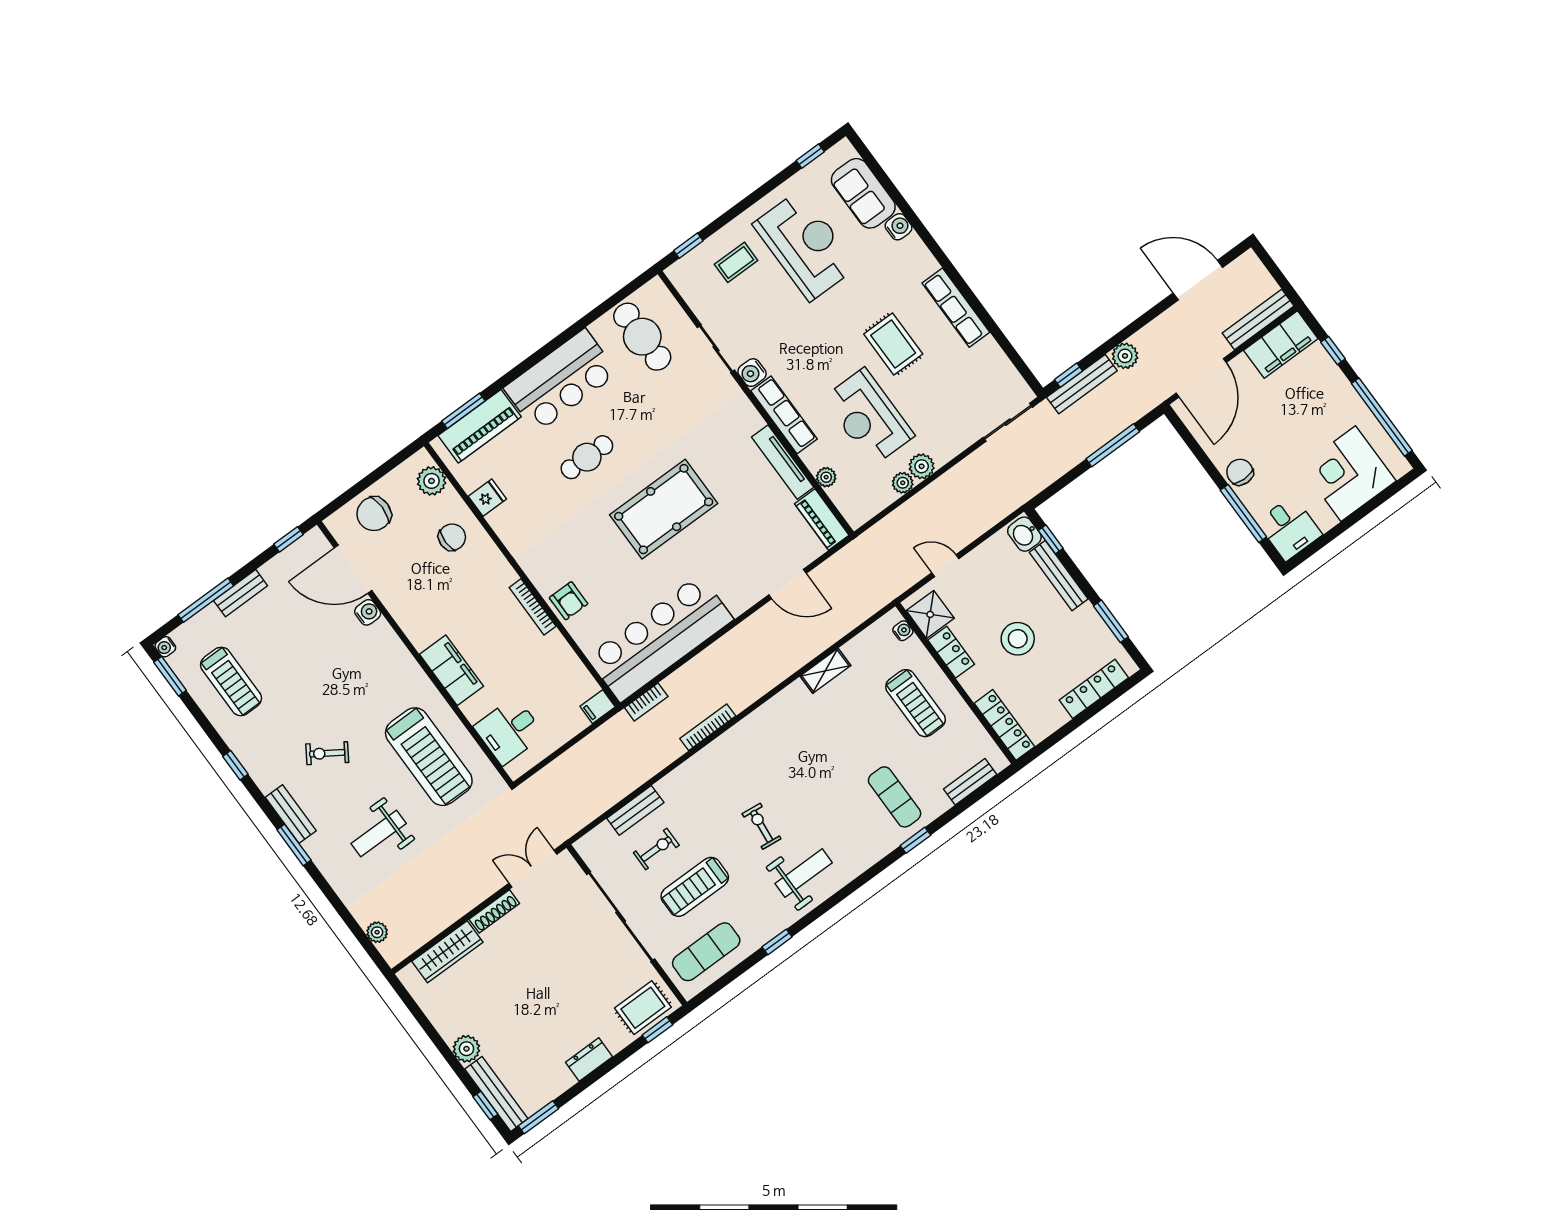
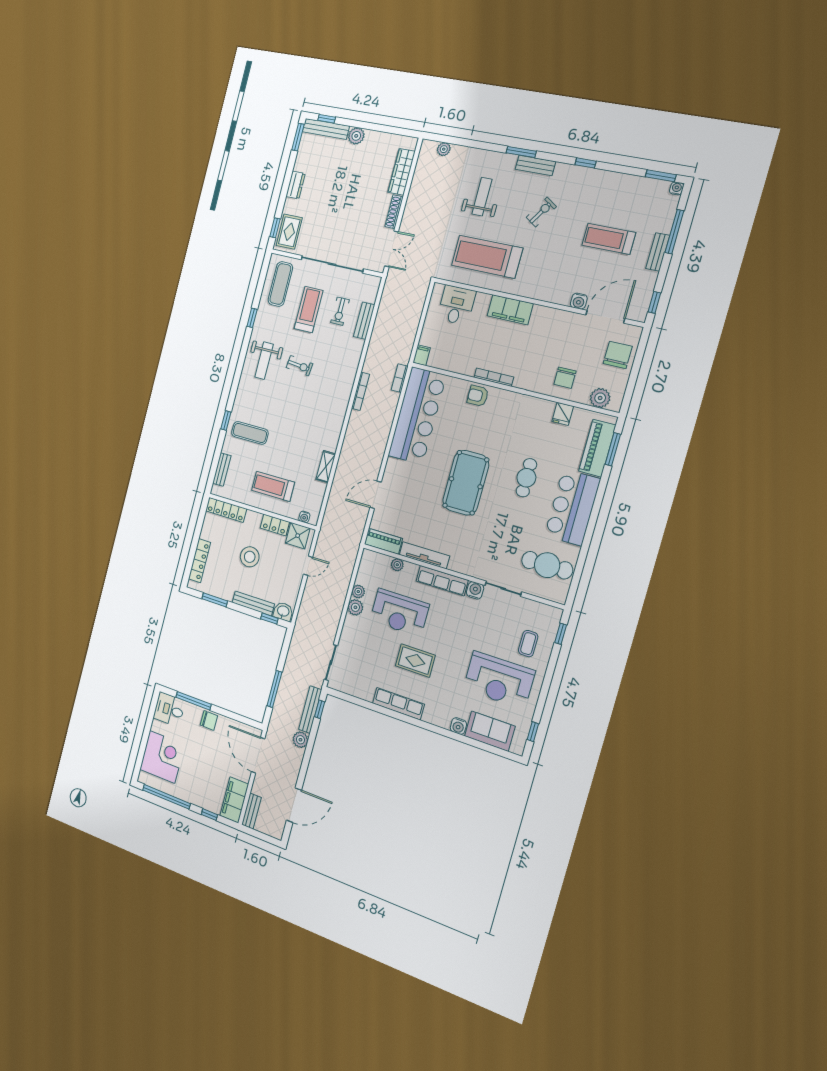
bench: (1258, 319) -> (251, 811), width x0.73
reception desk: (868, 417) -> (400, 613), turned 180
treadmill: (231, 681) -> (609, 239), moved

